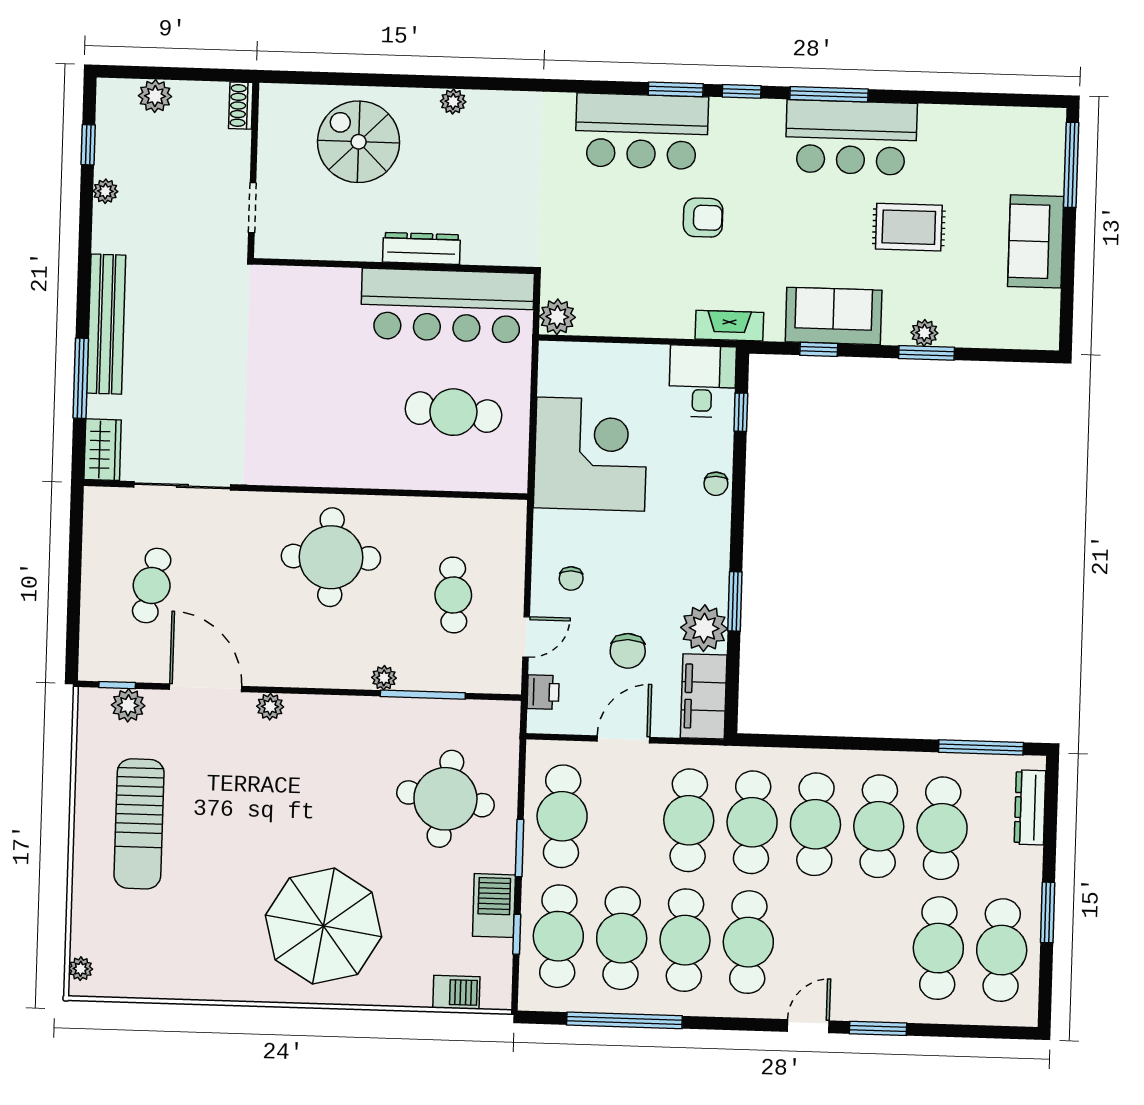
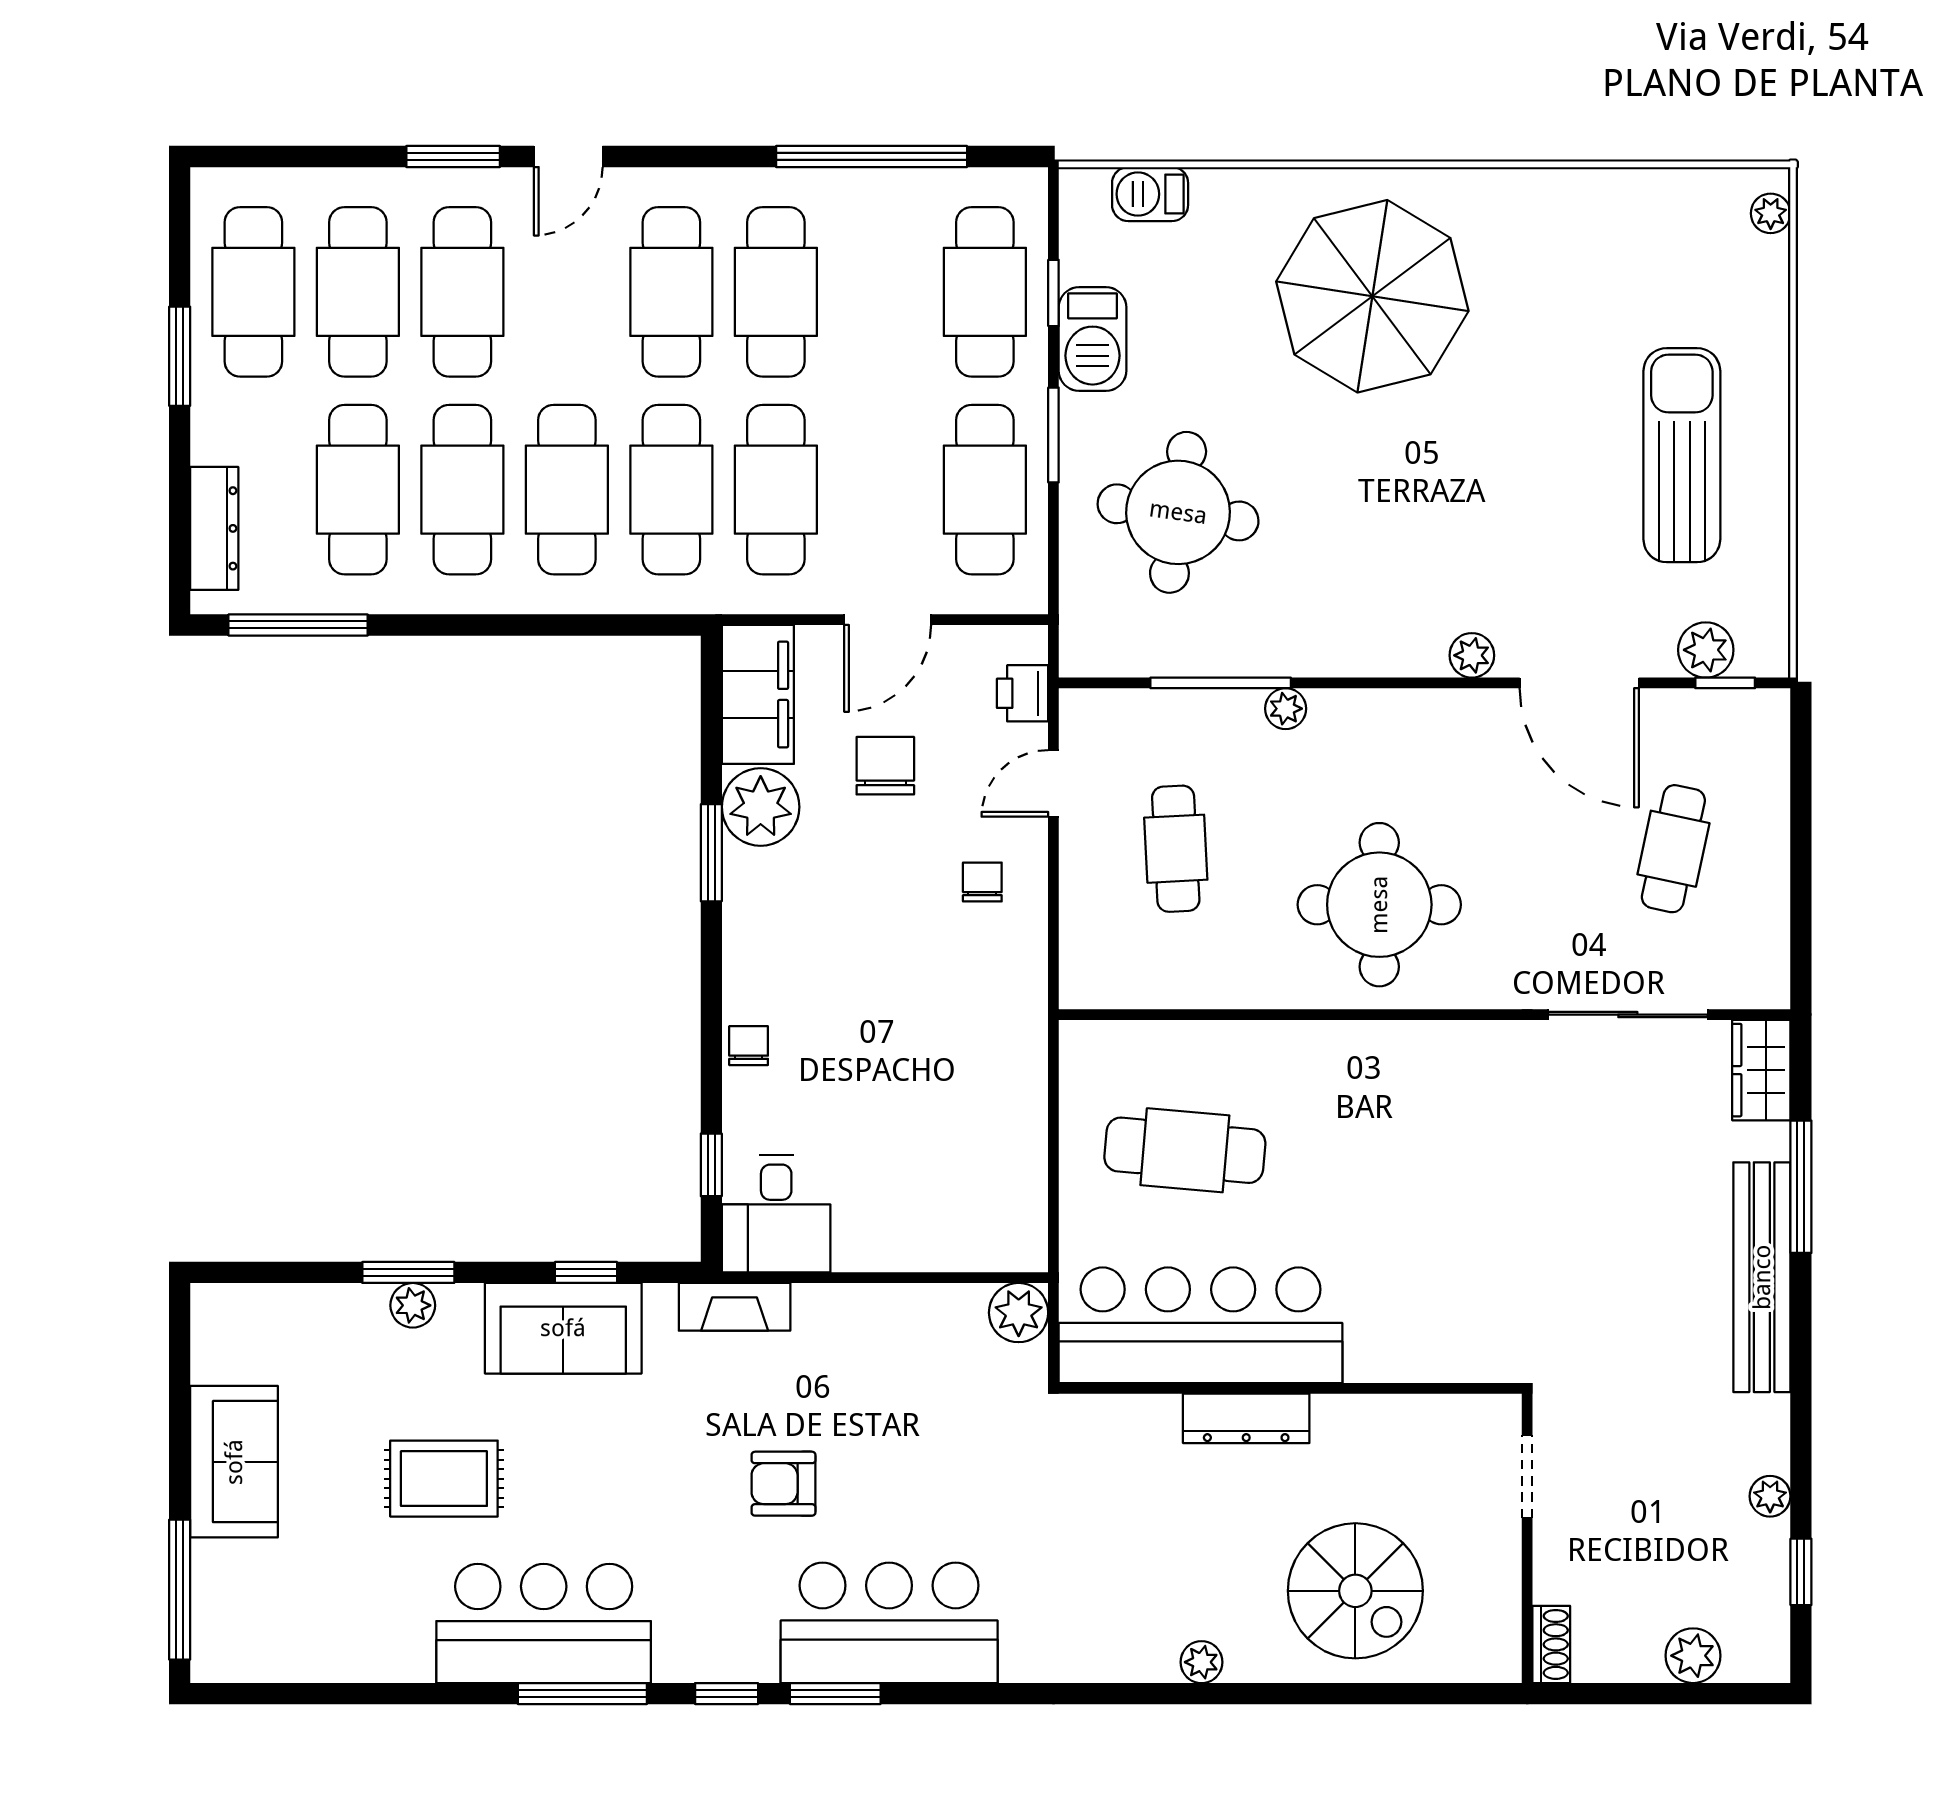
corner desk: (591, 454) -> (957, 1088), removed
cafe table: (622, 938) -> (462, 292), moved

